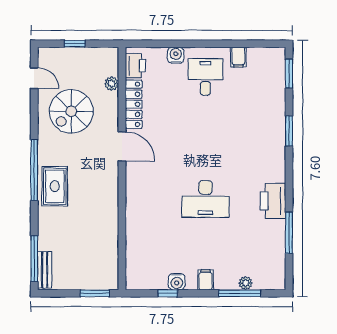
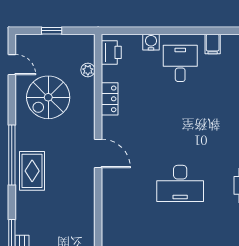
locker: (134, 104) -> (110, 99), width x0.66
door: (122, 146) -> (98, 153), moved

